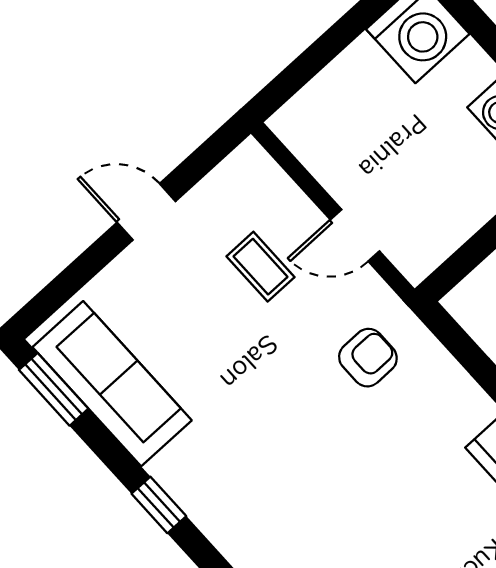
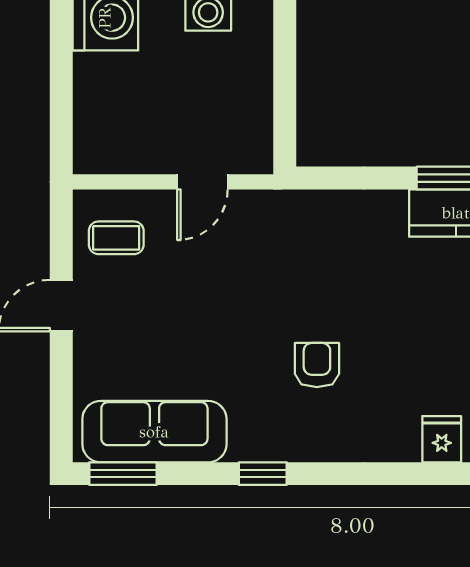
coffee table: (261, 267) -> (116, 238), moved
armchair: (368, 358) -> (317, 365), moved

